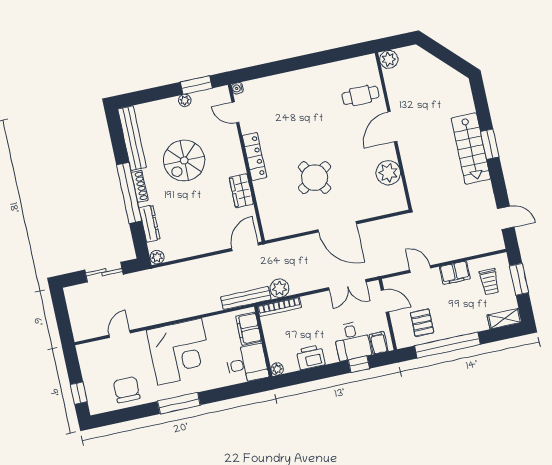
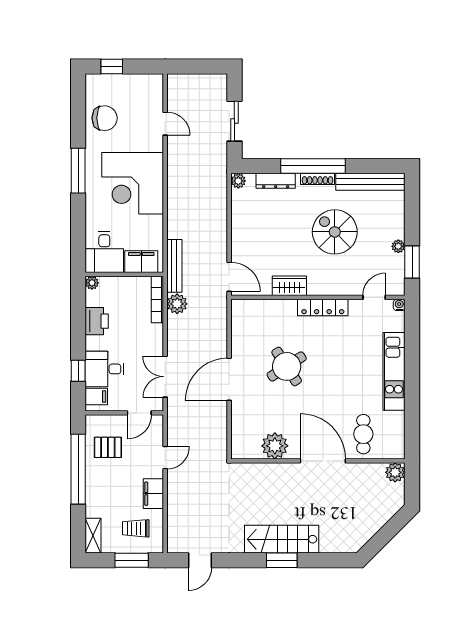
kitchen unit: (298, 80) -> (394, 371), added
door: (392, 127) -> (323, 461), width x1.36

